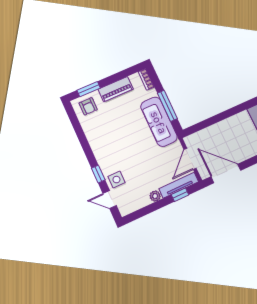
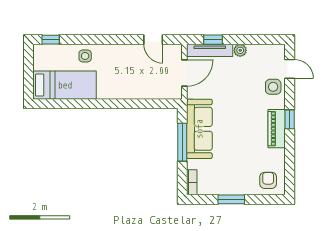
window: (89, 89) -> (231, 199), moved
piano: (116, 89) -> (277, 129), moved, turned -90
door: (226, 173) -> (153, 40), width x0.53
window: (98, 174) -> (290, 119), moved

